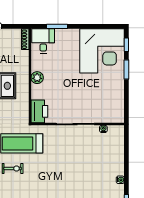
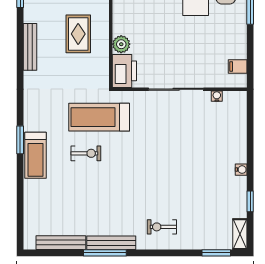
plant: (37, 78) -> (121, 44), moved
filing cabinet: (118, 108) -> (238, 67), added

